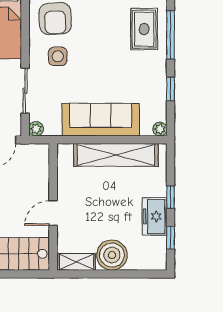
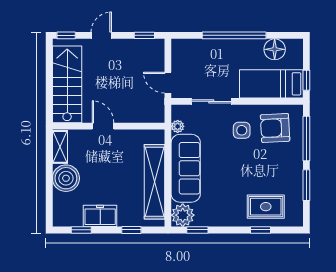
window: (170, 35) -> (261, 230), width x0.46
window: (170, 89) -> (197, 230), moved
plant: (36, 129) -> (178, 126), moved
plant: (160, 129) -> (183, 215), width x1.88, depth x1.88
window: (170, 197) -> (131, 230), moved

